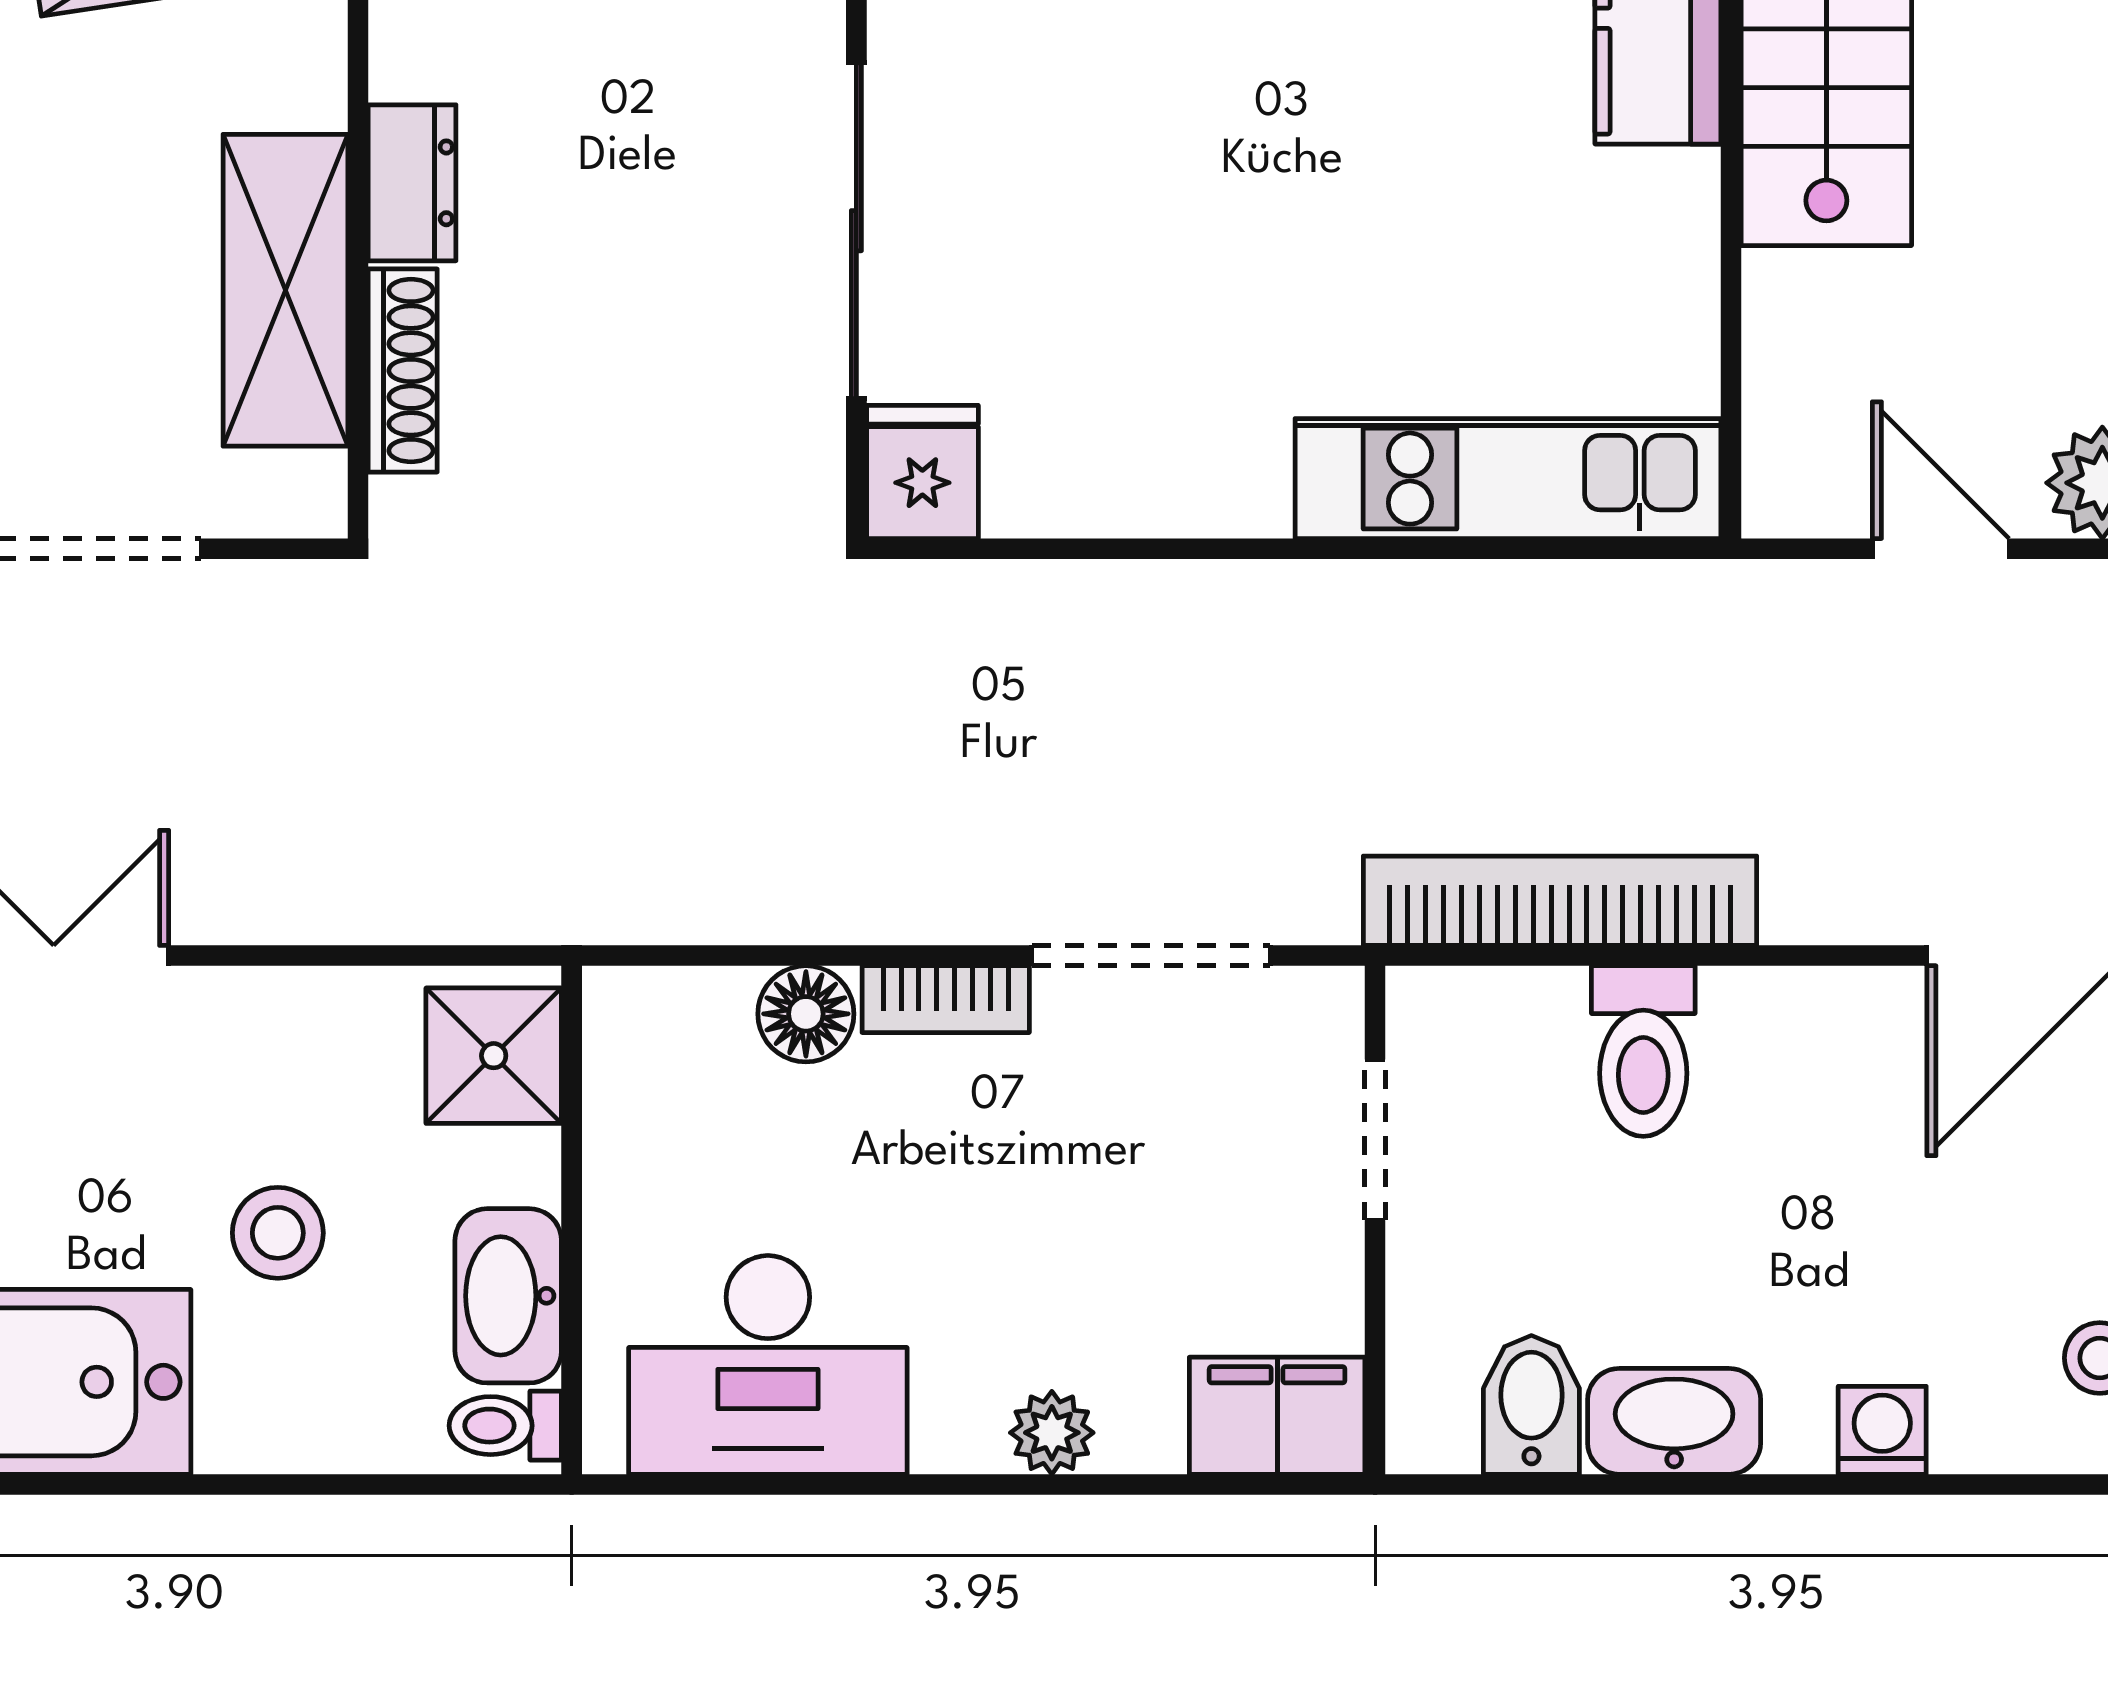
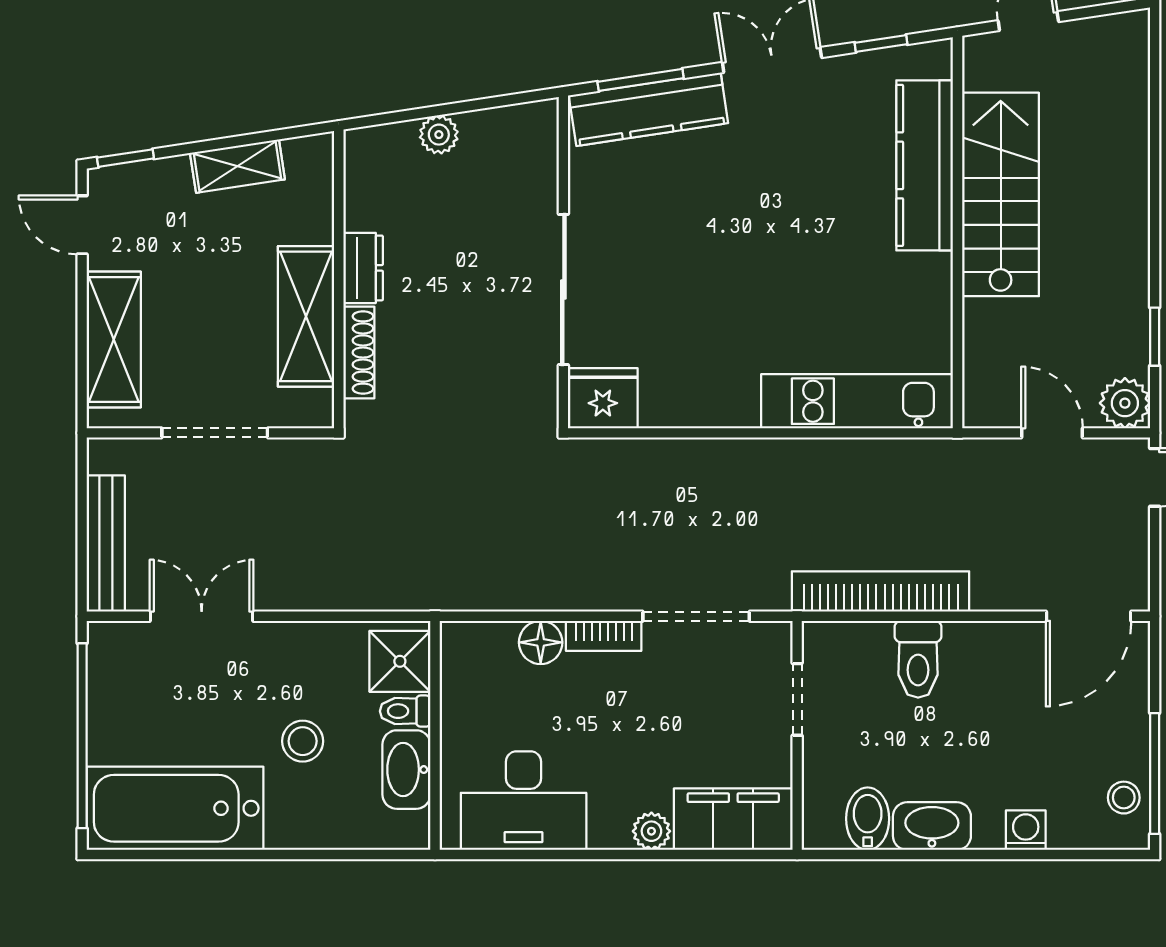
fridge: (922, 472) -> (603, 398), width x1.38
filing cabinet: (1277, 1416) -> (733, 819), width x1.50, depth x1.17
toilet: (505, 1426) -> (405, 711), moved

